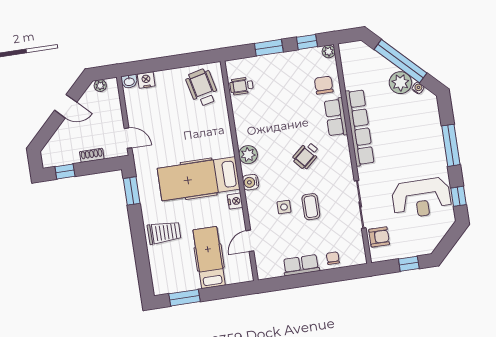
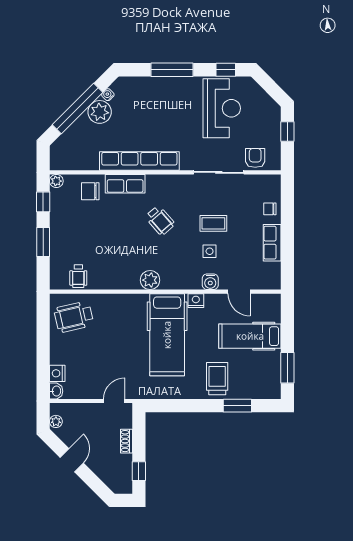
water cooler: (251, 182) -> (210, 282), moved
window: (132, 191) -> (237, 406), moved

